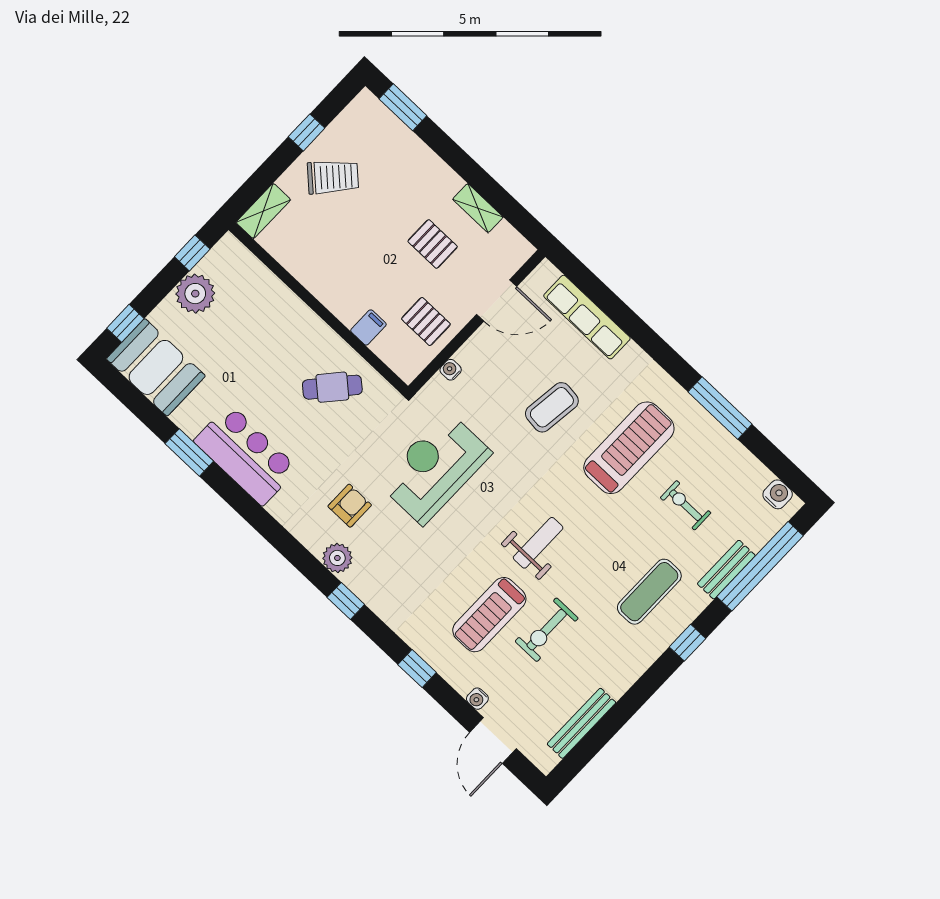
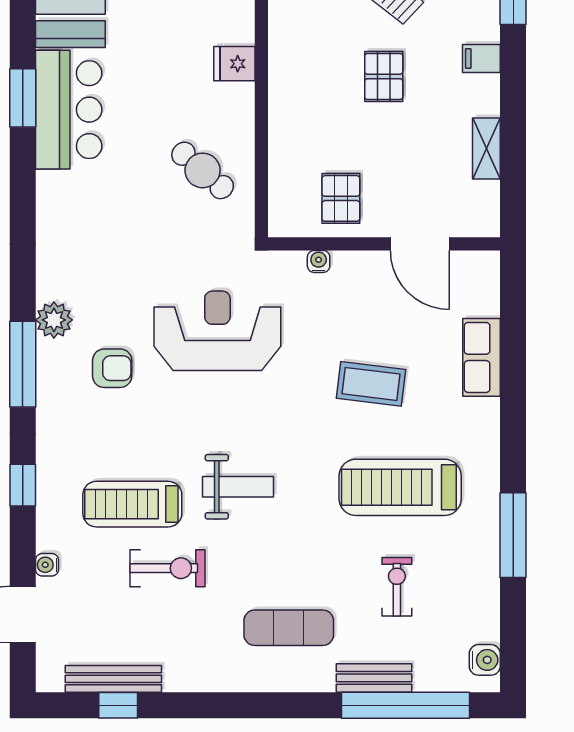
pallet: (433, 244) -> (384, 77), moved
fridge: (287, 309) -> (234, 64), added
row of seats: (587, 317) -> (482, 357), width x0.68
filing cabinet: (368, 327) -> (481, 58), moved, turned 180
treadmill: (629, 448) -> (400, 487), turned 180
bar counter: (246, 455) -> (69, 110), moved
armchair: (350, 506) -> (112, 368), moved
window: (346, 601) -> (23, 364), width x2.17
exercise bike: (547, 630) -> (167, 568), turned 180
window: (687, 643) -> (118, 705), moved

